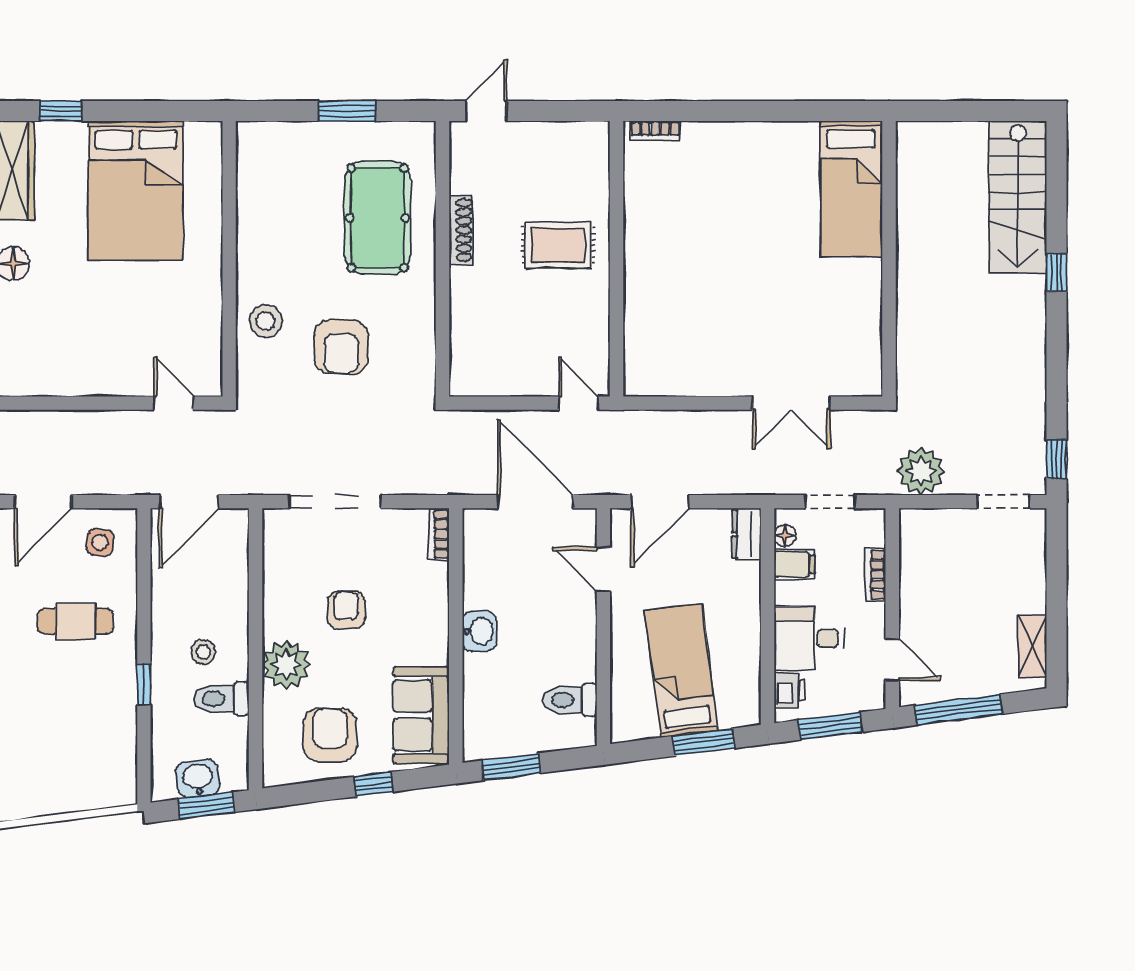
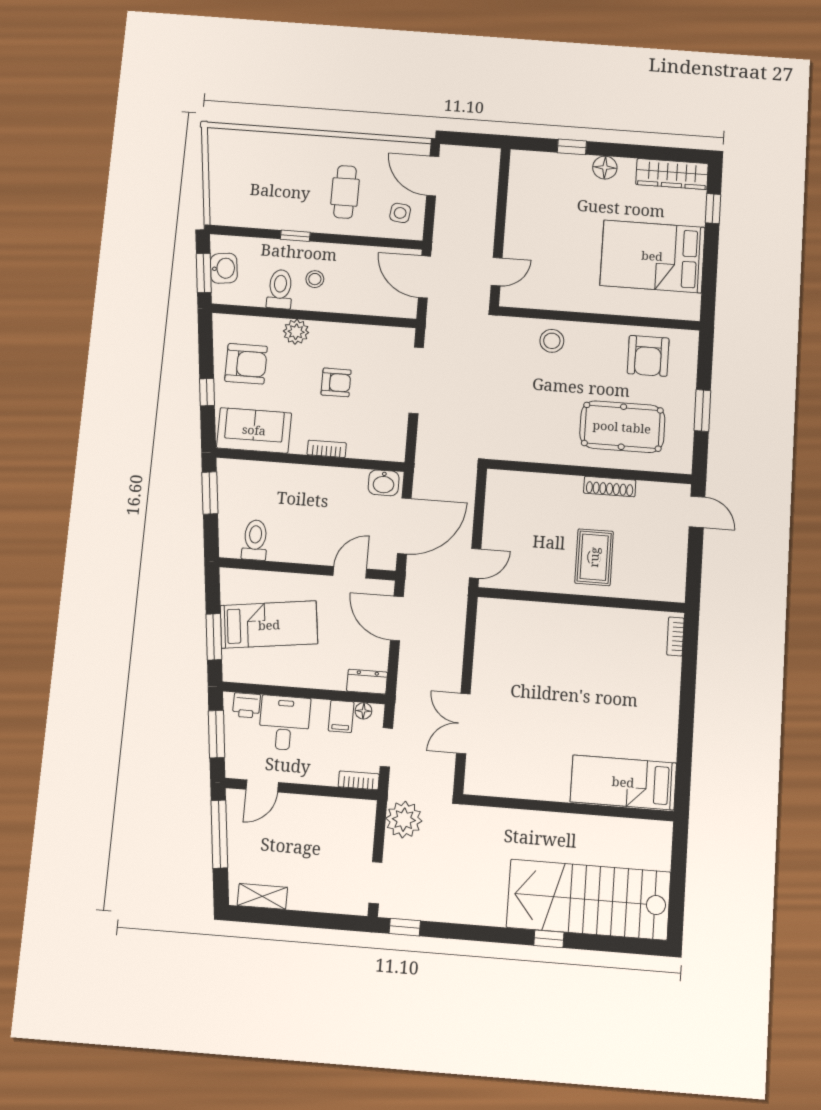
stairs: (1018, 197) -> (589, 900), width x1.36, depth x1.51
armchair: (341, 347) -> (648, 356), moved, turned -90
bookcase: (439, 534) -> (327, 449), moved
bookcase: (875, 575) -> (359, 780), moved
washbasin: (479, 631) -> (384, 483), moved
plant: (286, 665) -> (296, 332), width x0.73, depth x0.73

